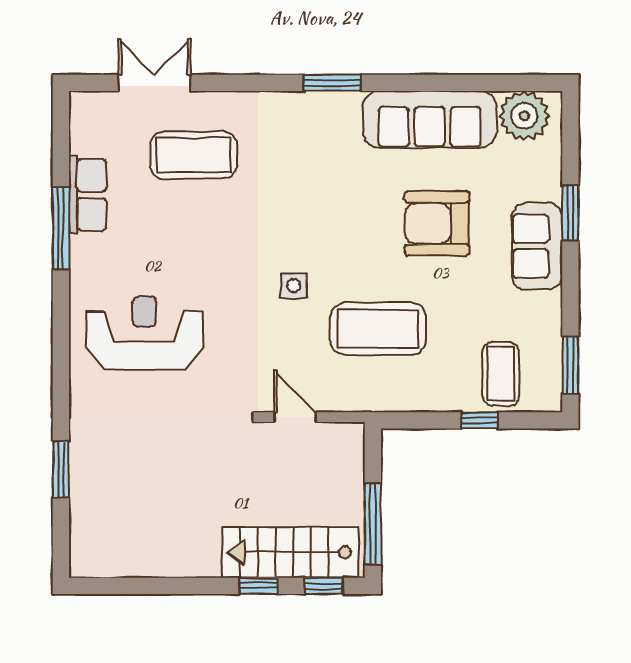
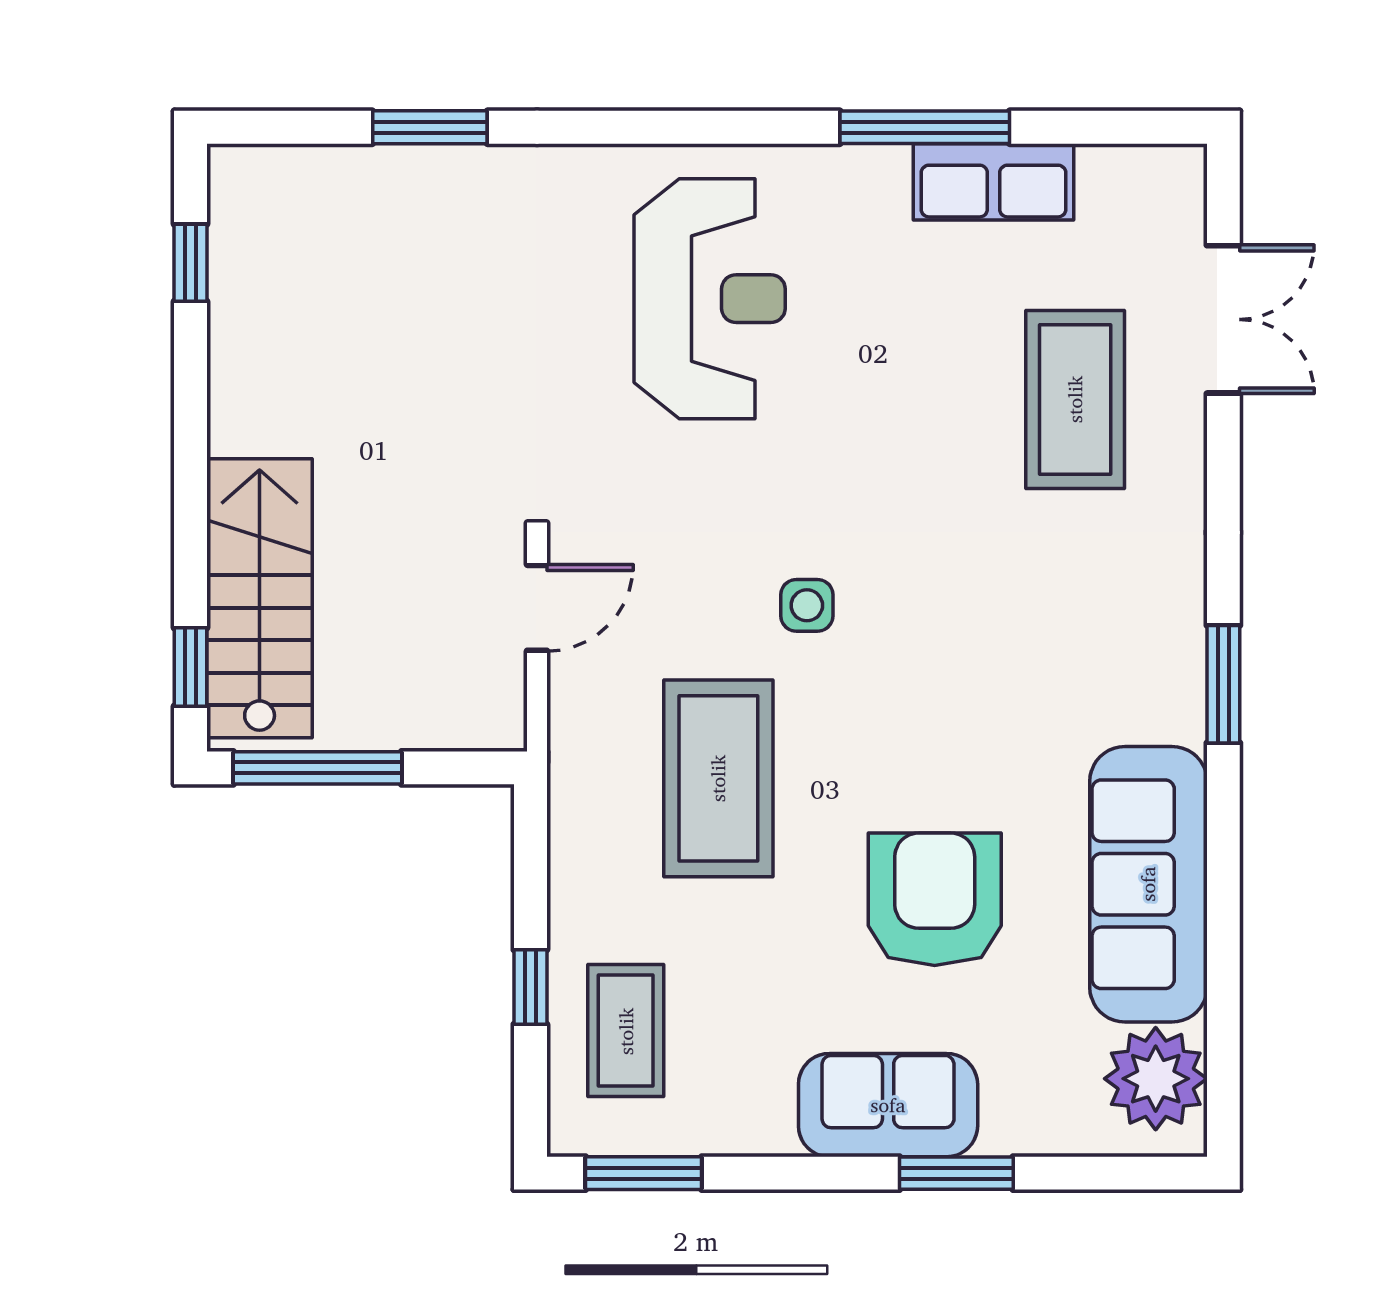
coffee table: (501, 374) -> (626, 1031), turned 90
window: (258, 586) -> (191, 263), moved

